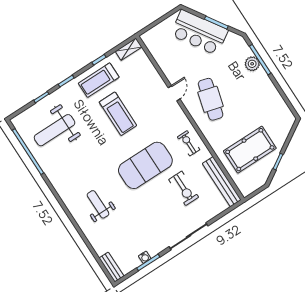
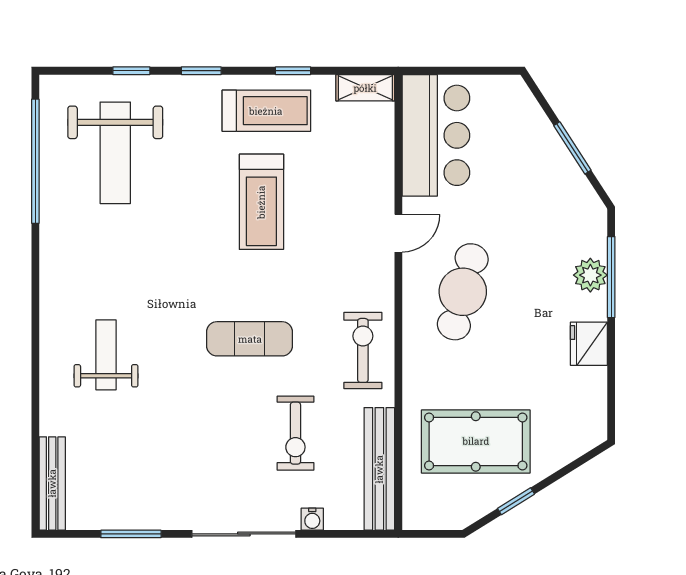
bar counter: (199, 32) -> (436, 135), moved, turned -147
treadmill: (99, 80) -> (266, 111), turned 180
fridge: (268, 89) -> (589, 344), added
weight bench: (55, 130) -> (115, 153), turned -90
exercise bike: (189, 143) -> (363, 350), width x1.38, depth x1.39
exercise mat: (145, 165) -> (250, 339), width x0.50, depth x0.69
water cooler: (145, 257) -> (312, 519), moved
bench: (111, 267) -> (52, 483), width x1.36

